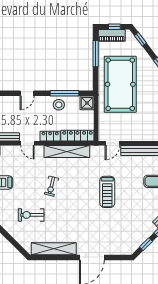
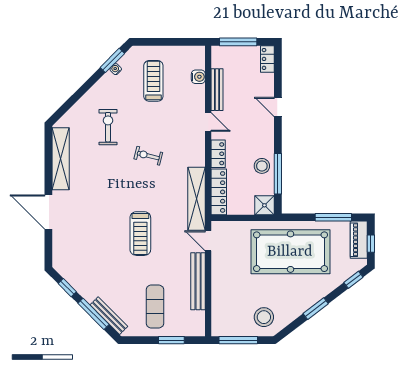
door: (27, 93) -> (278, 107), moved
door: (27, 143) -> (208, 122), swing flipped
shelving: (67, 152) -> (197, 199), moved
treadmill: (107, 192) -> (140, 234), turned -90

